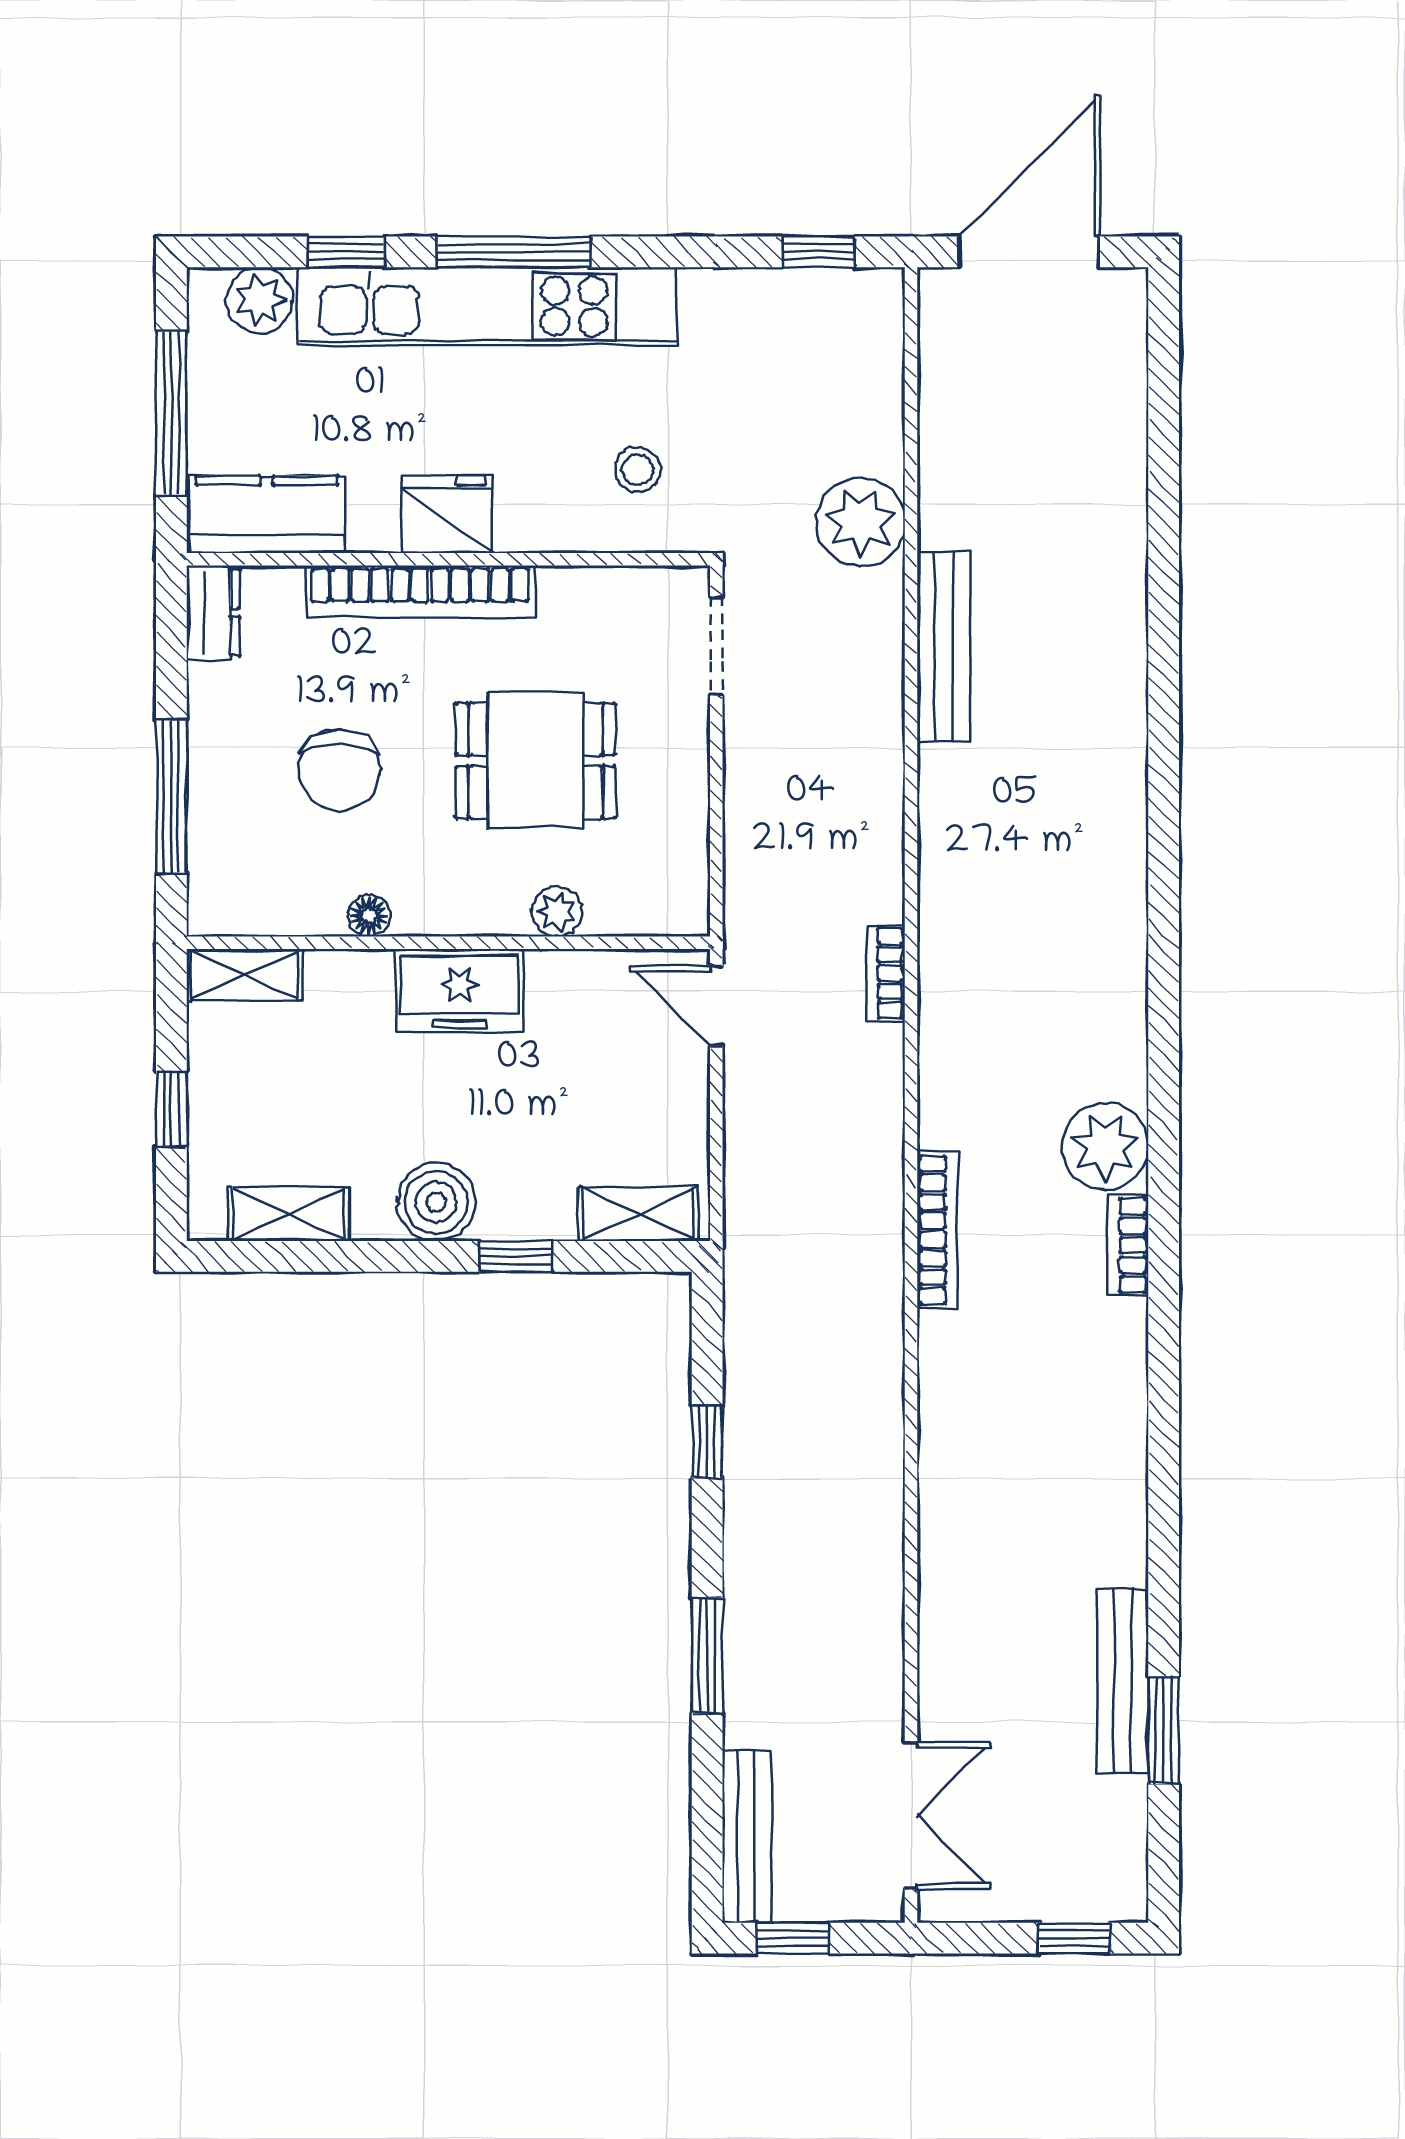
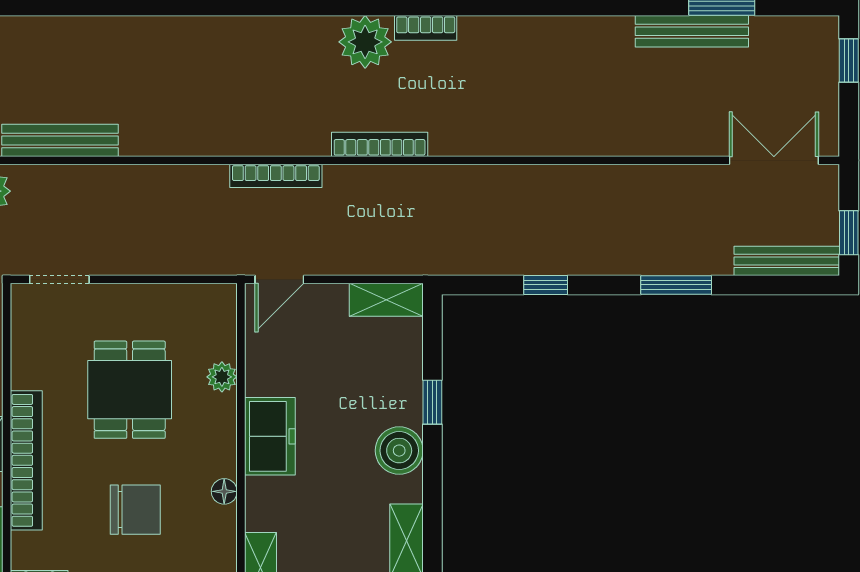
bookcase: (886, 973) -> (276, 176), width x1.56
shelving: (638, 1214) -> (386, 300), moved, turned 90
bookcase: (937, 1230) -> (380, 144), moved

